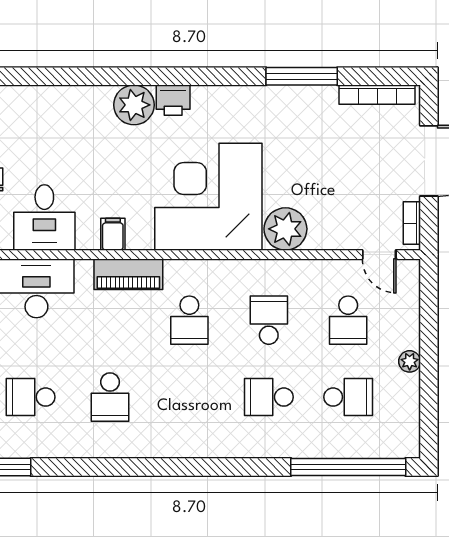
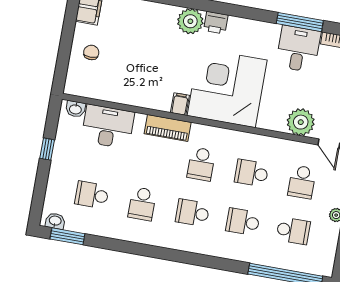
desk: (44, 217) -> (298, 49), moved, turned 180
plant: (285, 229) -> (301, 122), moved
filing cabinet: (113, 234) -> (180, 104), moved
school desk: (269, 320) -> (252, 173), turned -90
school desk: (189, 397) -> (192, 213), added

